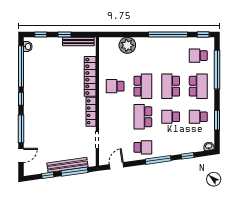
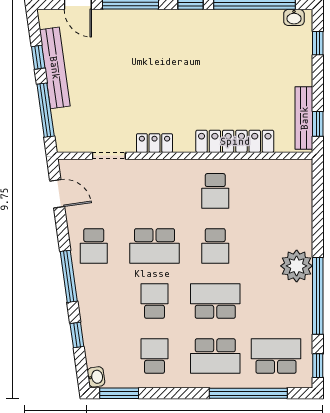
window: (64, 35) -> (318, 124), moved
plant: (127, 45) -> (297, 266), moved
school desk: (198, 56) -> (276, 356), width x1.85
school desk: (115, 86) -> (215, 191), turned 180
school desk: (143, 86) -> (215, 246), width x0.54
locker: (91, 112) -> (154, 143), width x0.66
school desk: (143, 117) -> (154, 246), turned 180
window: (217, 120) -> (119, 393), moved
bench: (67, 165) -> (55, 68), moved

